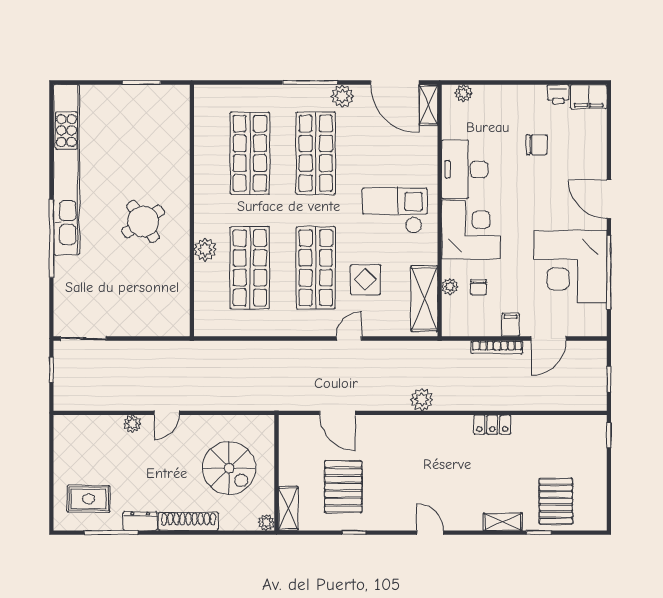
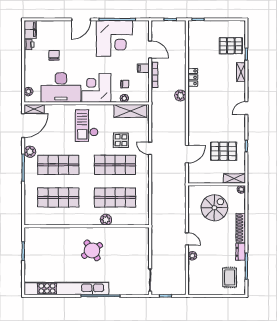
desk: (465, 169) -> (61, 88), width x1.36, depth x1.30
plant: (422, 400) -> (180, 95), moved

